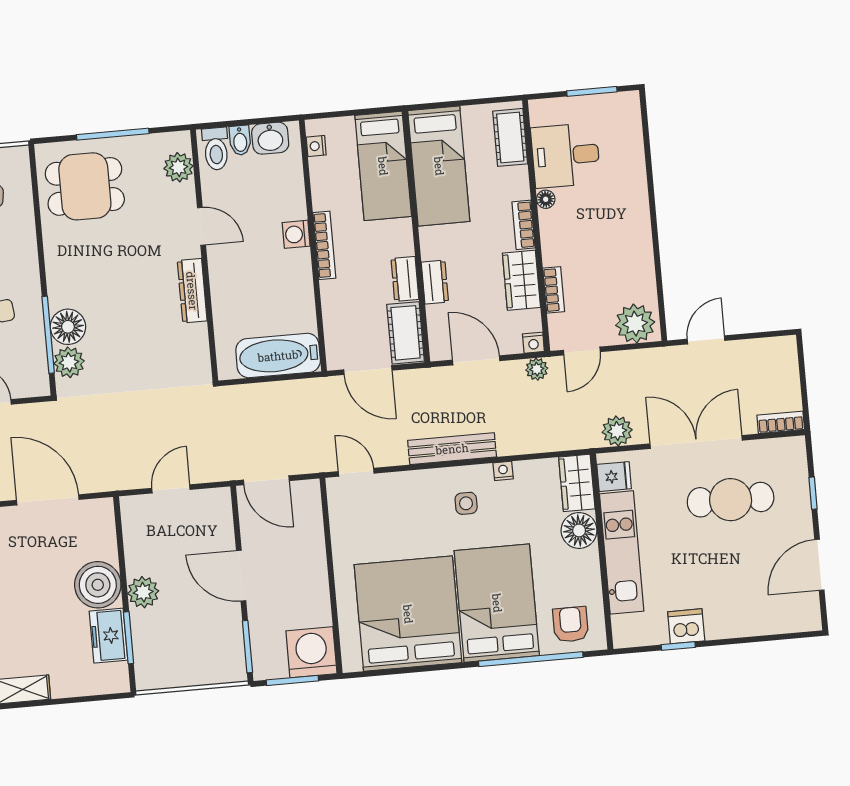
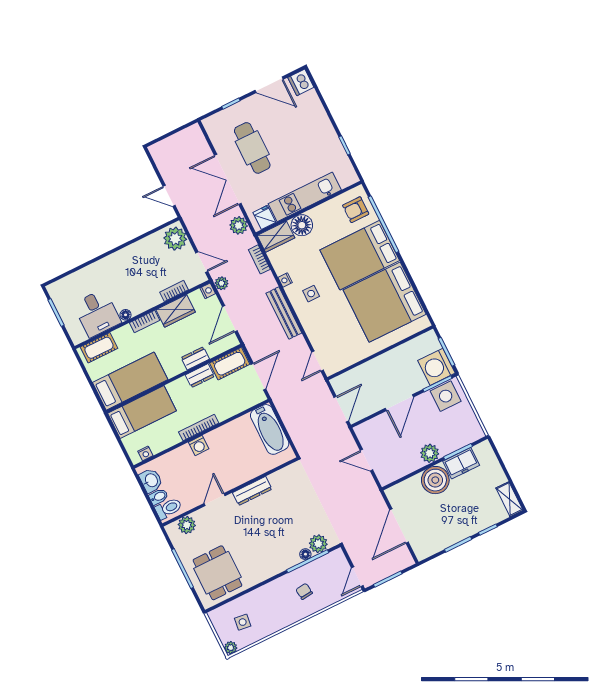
floor lamp: (68, 327) -> (305, 554), width x0.53, depth x0.53
bookcase: (781, 422) -> (259, 259), moved
dishwasher: (686, 626) -> (301, 82), moved
side table: (223, 652) -> (446, 396), added
washing machine: (311, 652) -> (436, 367), moved

